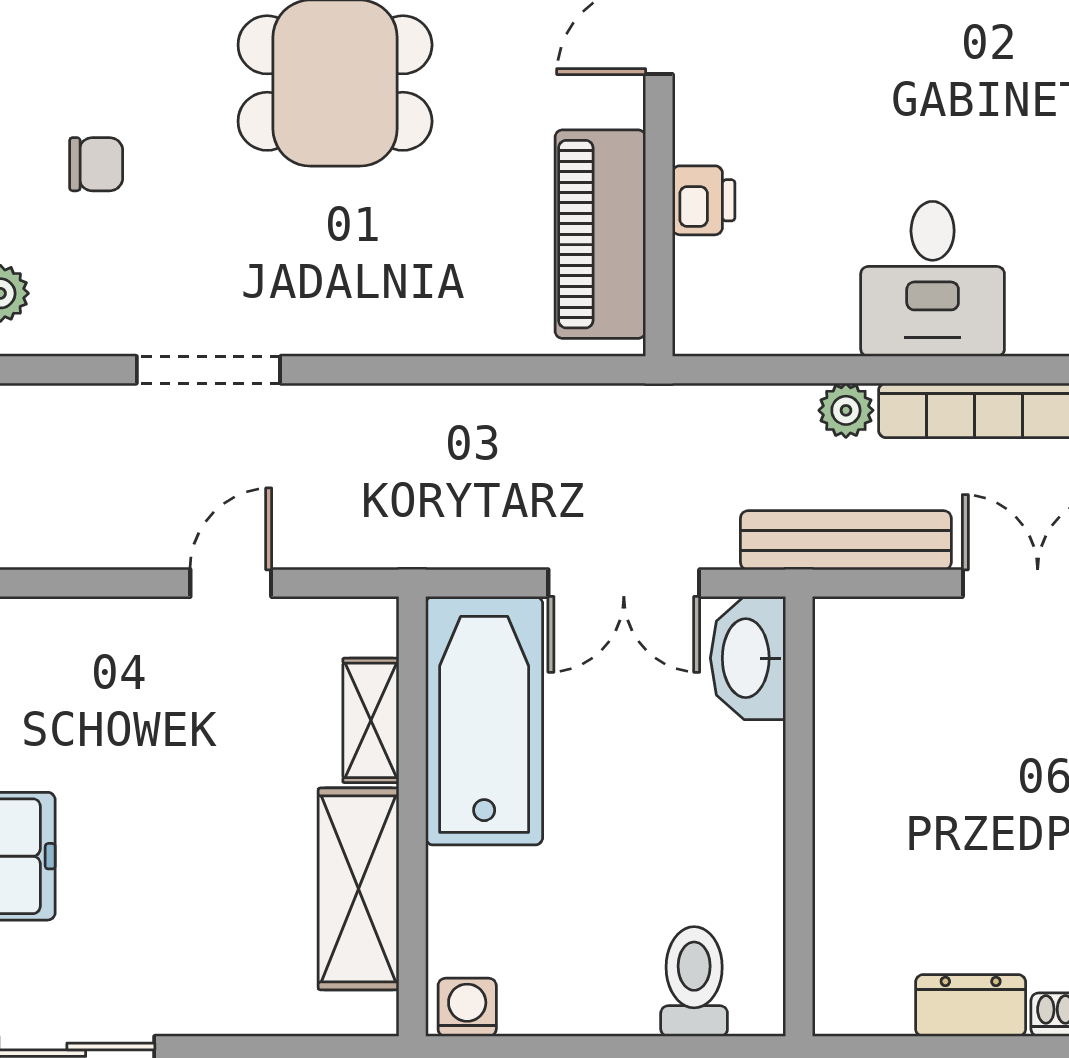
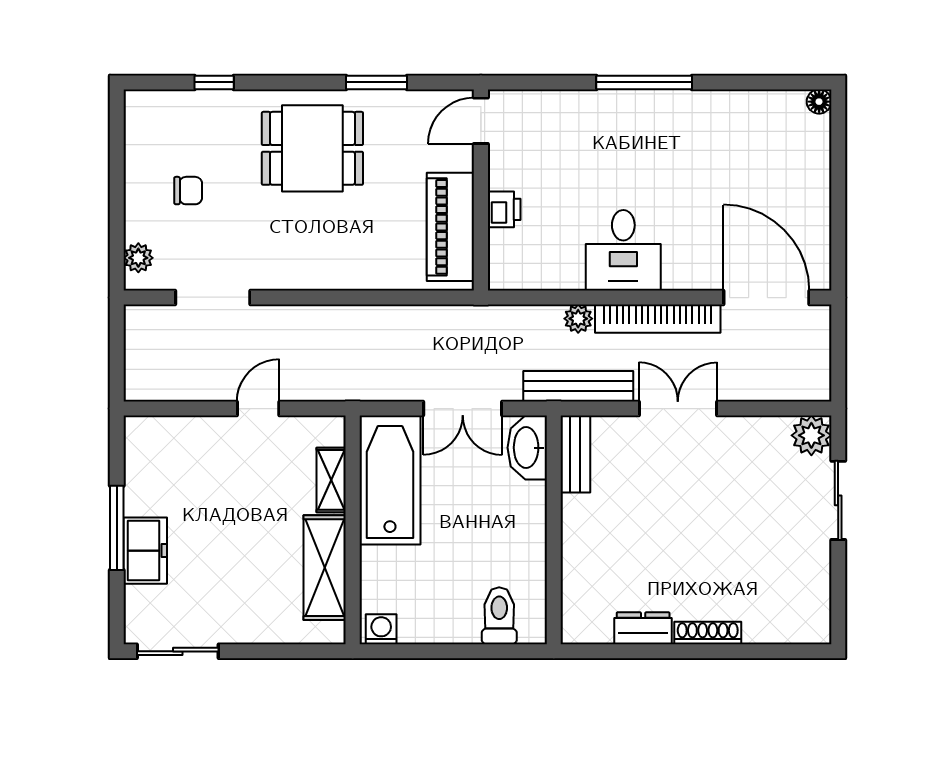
doorway: (208, 370) -> (213, 298), moved
bench: (841, 671) -> (575, 454), added

